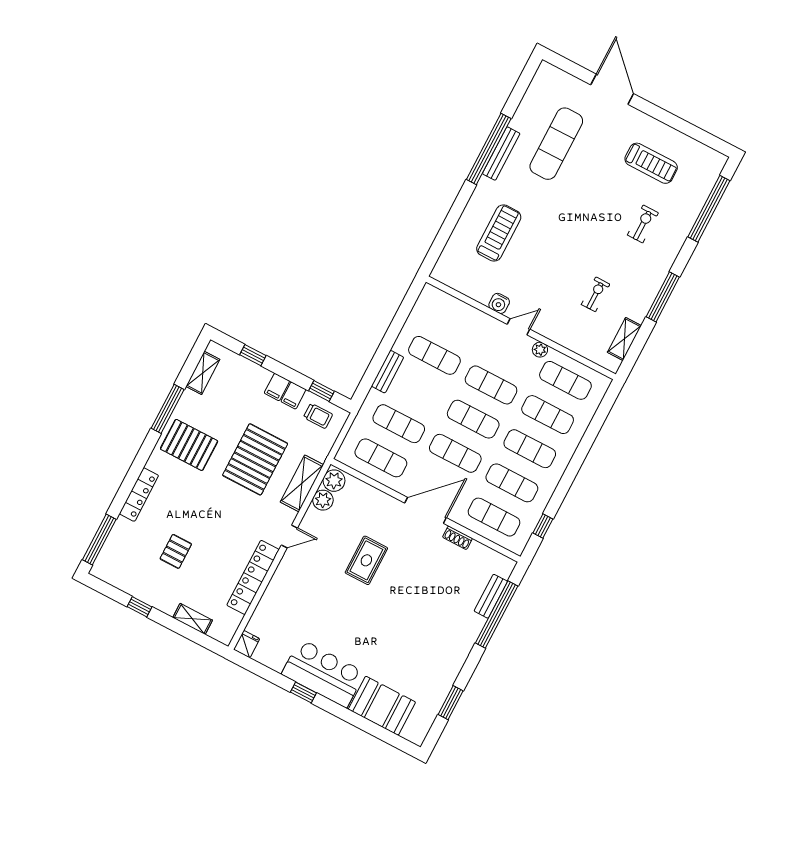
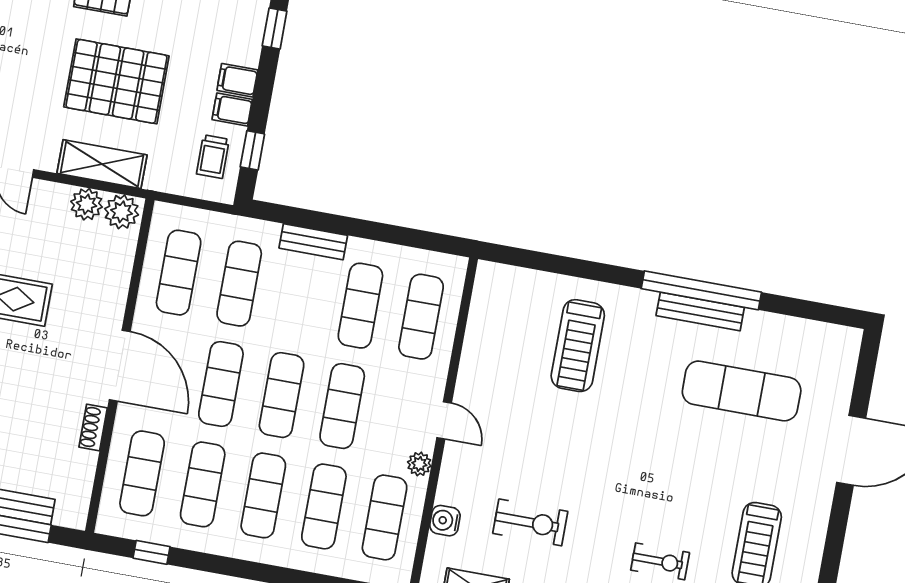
treadmill: (499, 233) -> (578, 346), turned 90
exercise bike: (596, 294) -> (530, 522), width x1.38, depth x1.39
water cooler: (499, 303) -> (445, 521), moved
exercise mat: (452, 321) -> (421, 317), added

